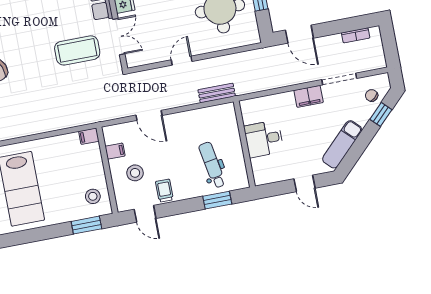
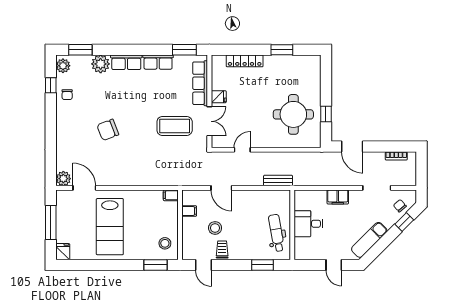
door: (182, 61) -> (242, 150), moved
filing cabinet: (309, 96) -> (338, 197), moved
dental chair: (212, 165) -> (276, 233), moved
stool: (135, 173) -> (215, 228), moved

